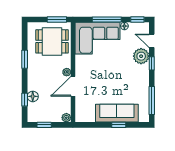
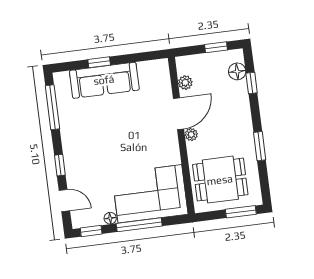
window: (57, 20) -> (241, 212), moved
plant: (141, 56) -> (78, 174), removed
floor lamp: (33, 96) -> (237, 71), moved
plant: (66, 118) -> (185, 83), moved

